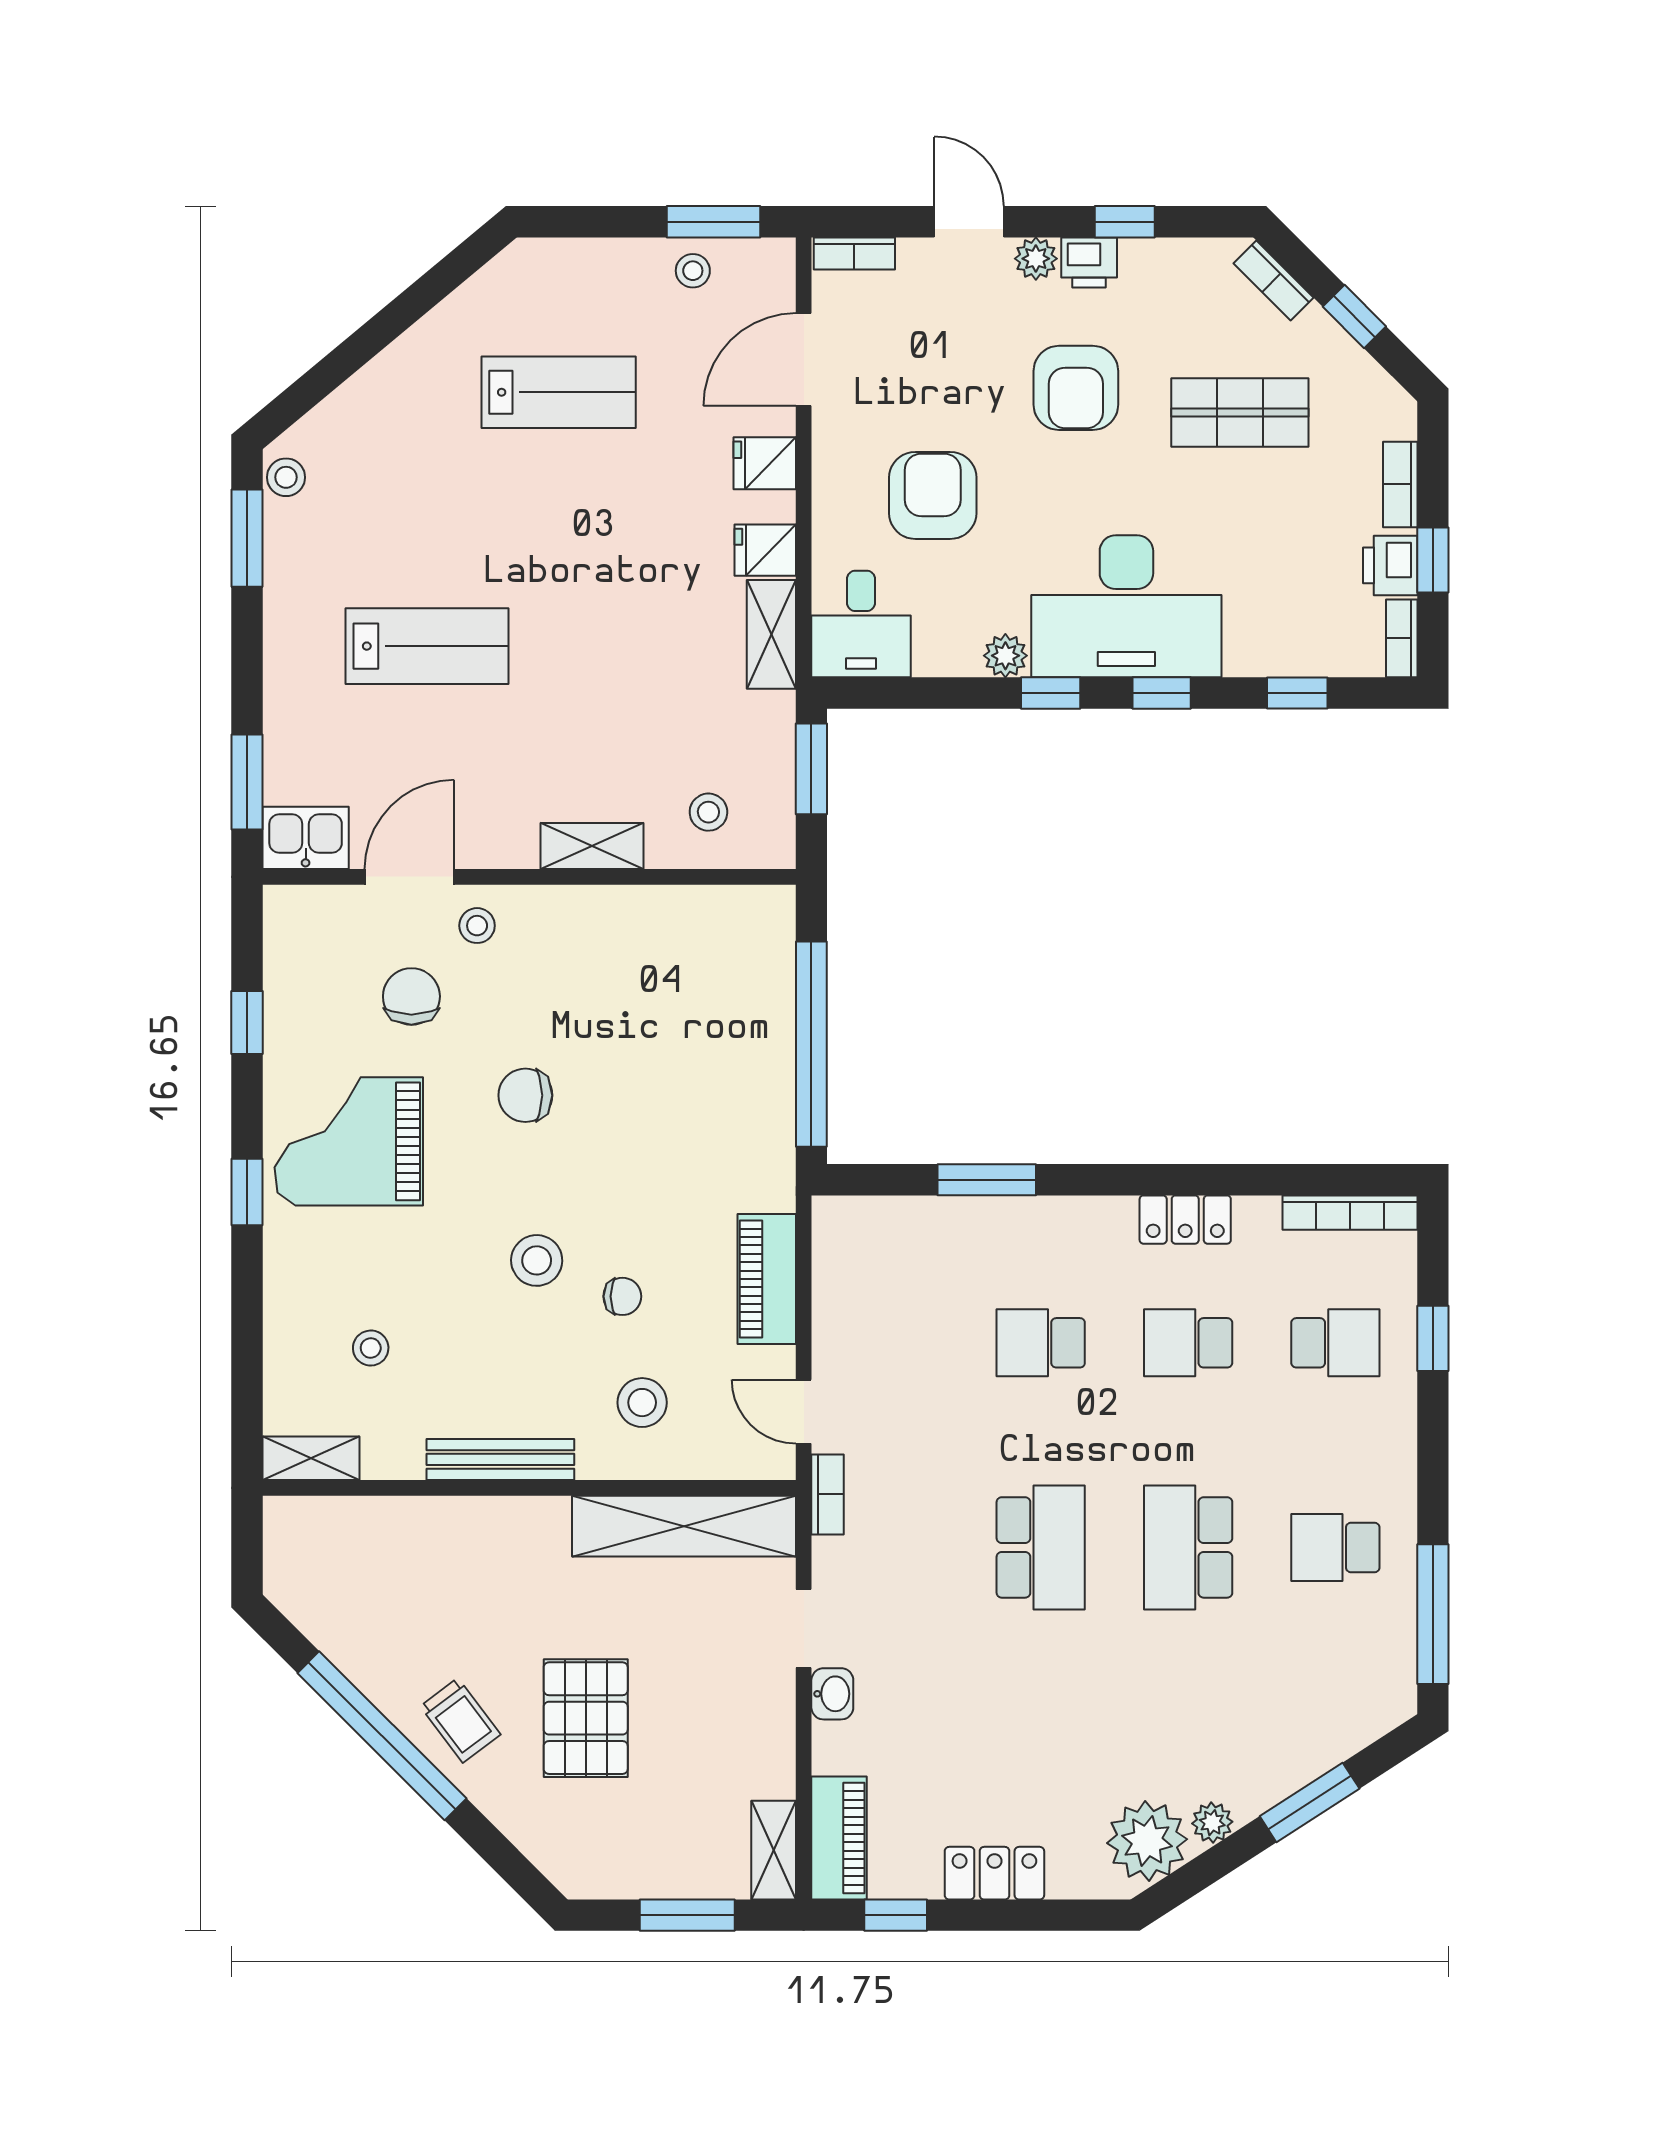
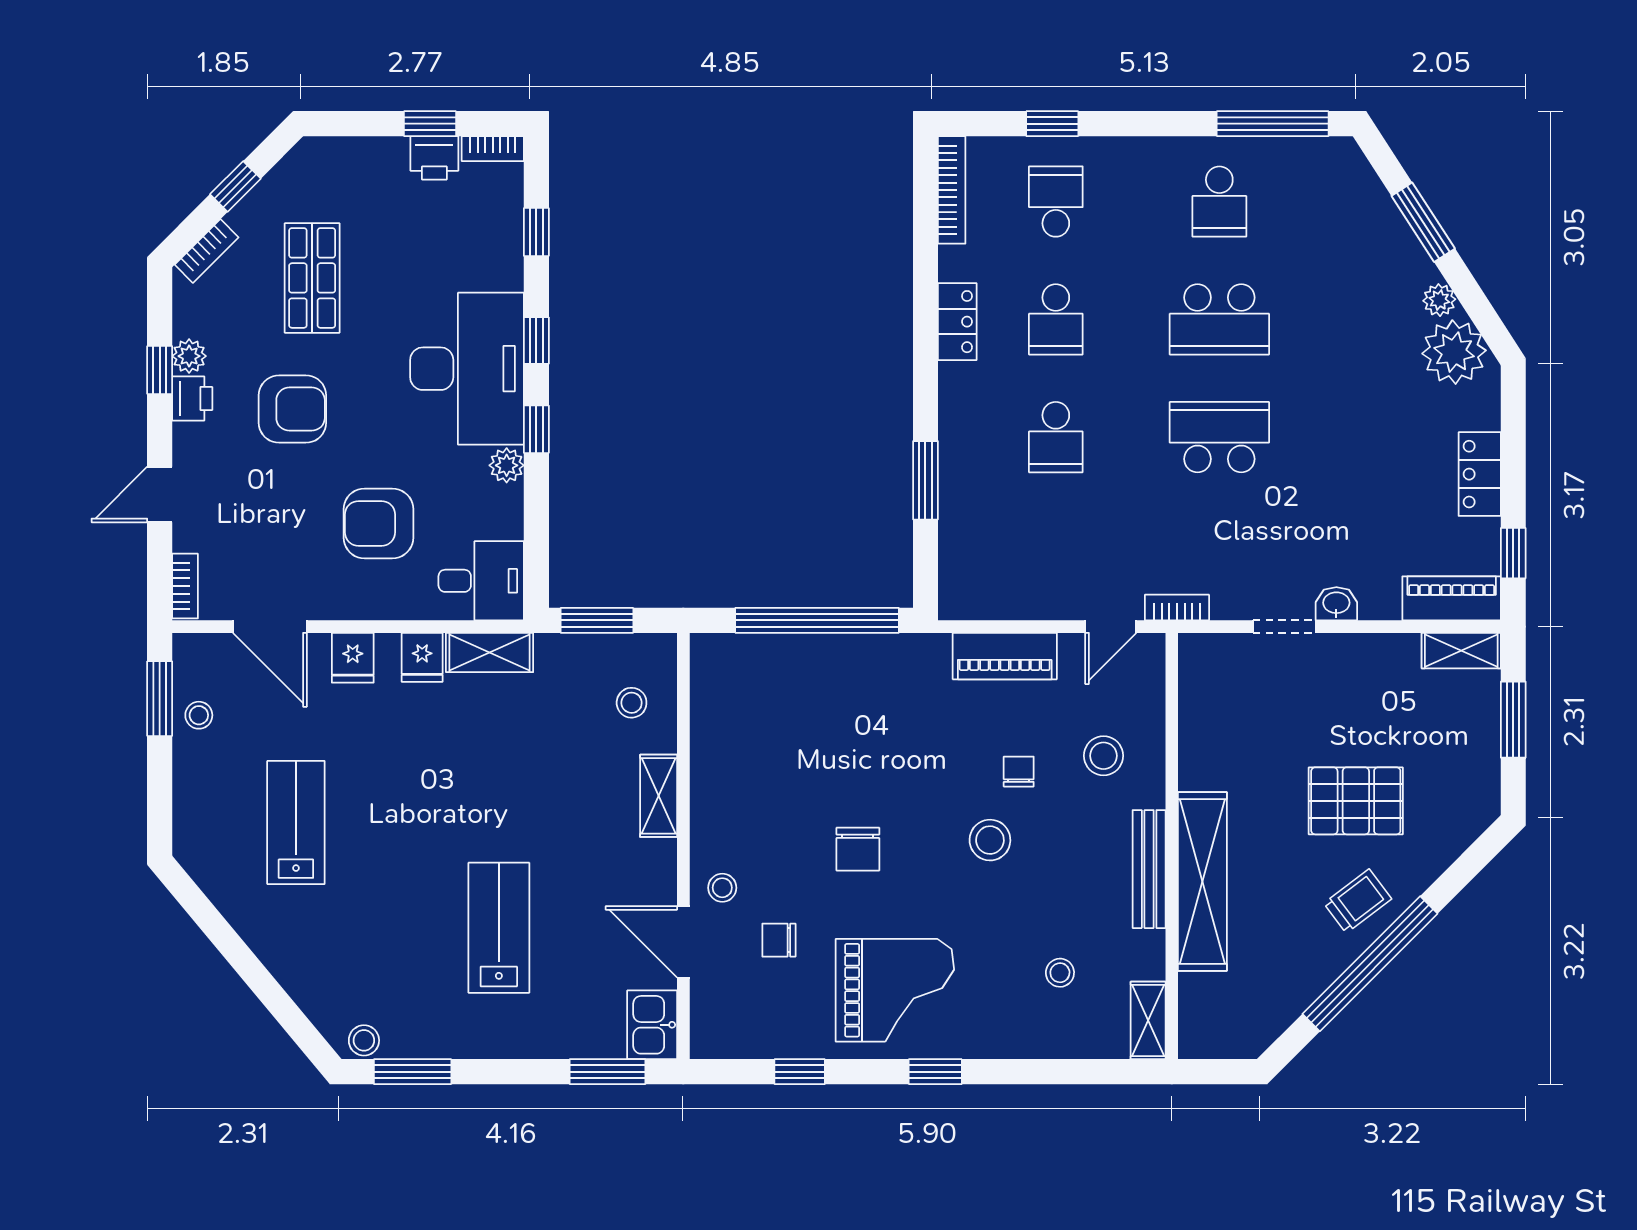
plant: (1036, 259) -> (189, 356), moved
bookcase: (1400, 484) -> (370, 150), removed
chair: (411, 996) -> (779, 940), width x0.73, depth x0.73
grand piano: (349, 1141) -> (895, 990), turned -90
shelving: (684, 1526) -> (1202, 881), moved

